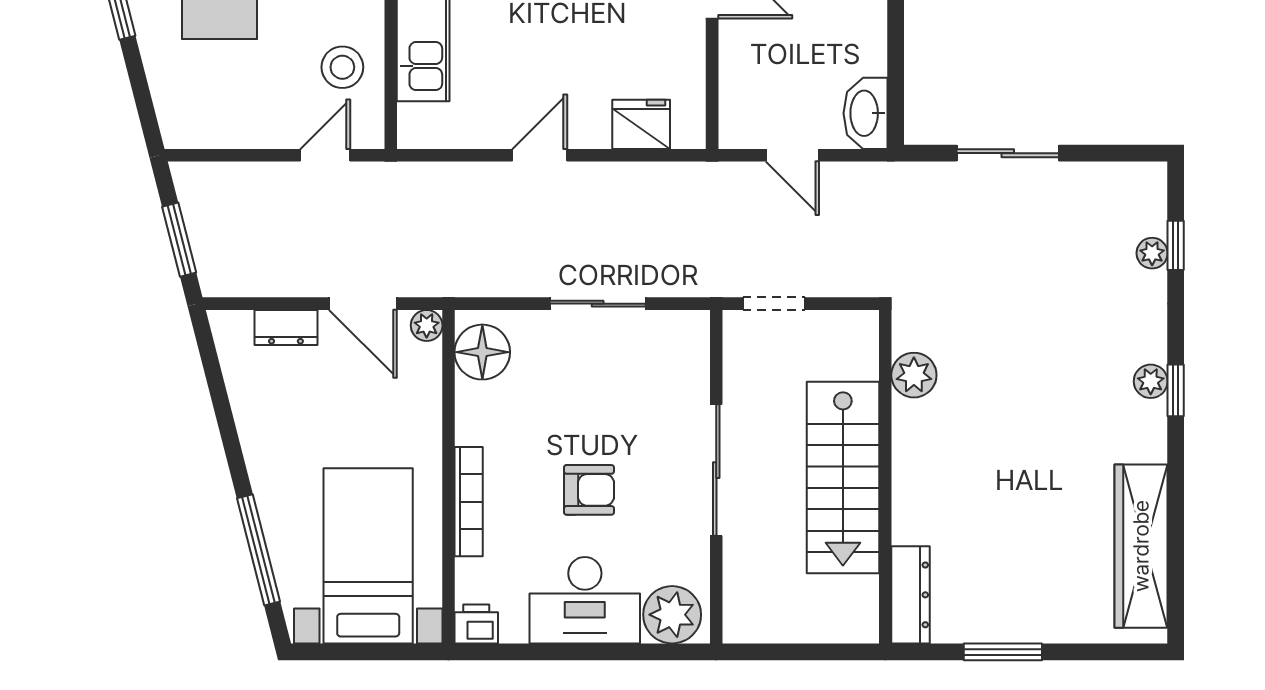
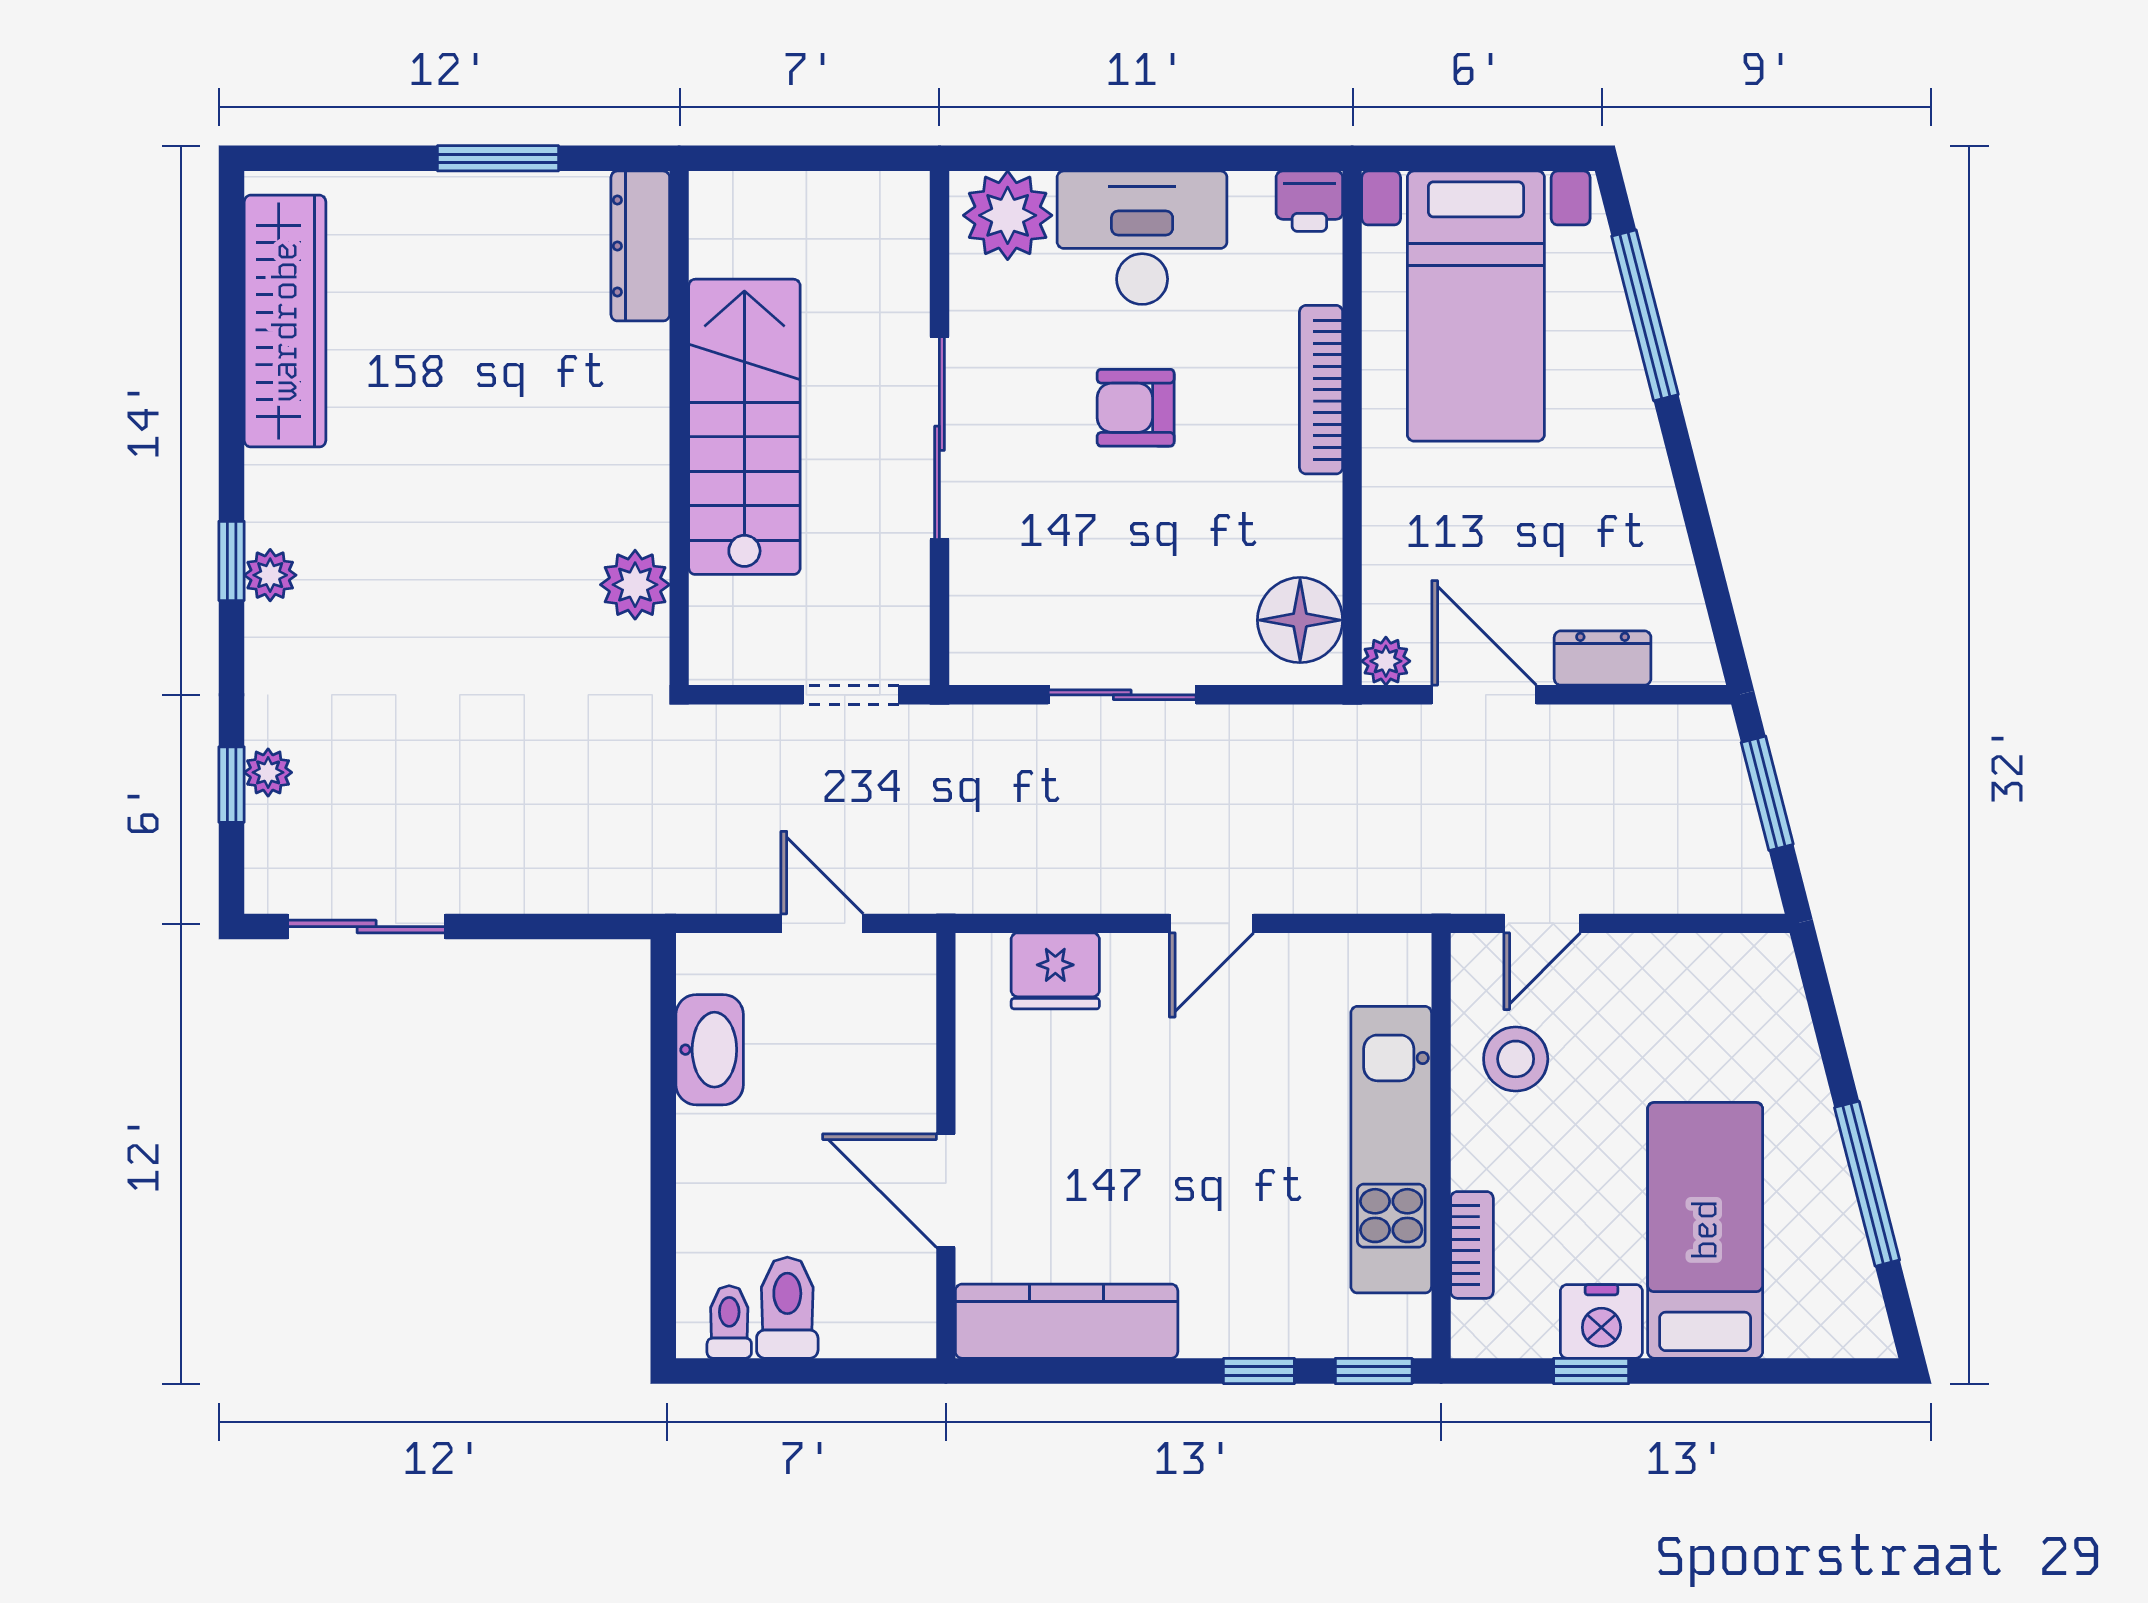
washbasin: (865, 113) -> (710, 1050), moved
sliding door: (1008, 153) -> (367, 927), moved

